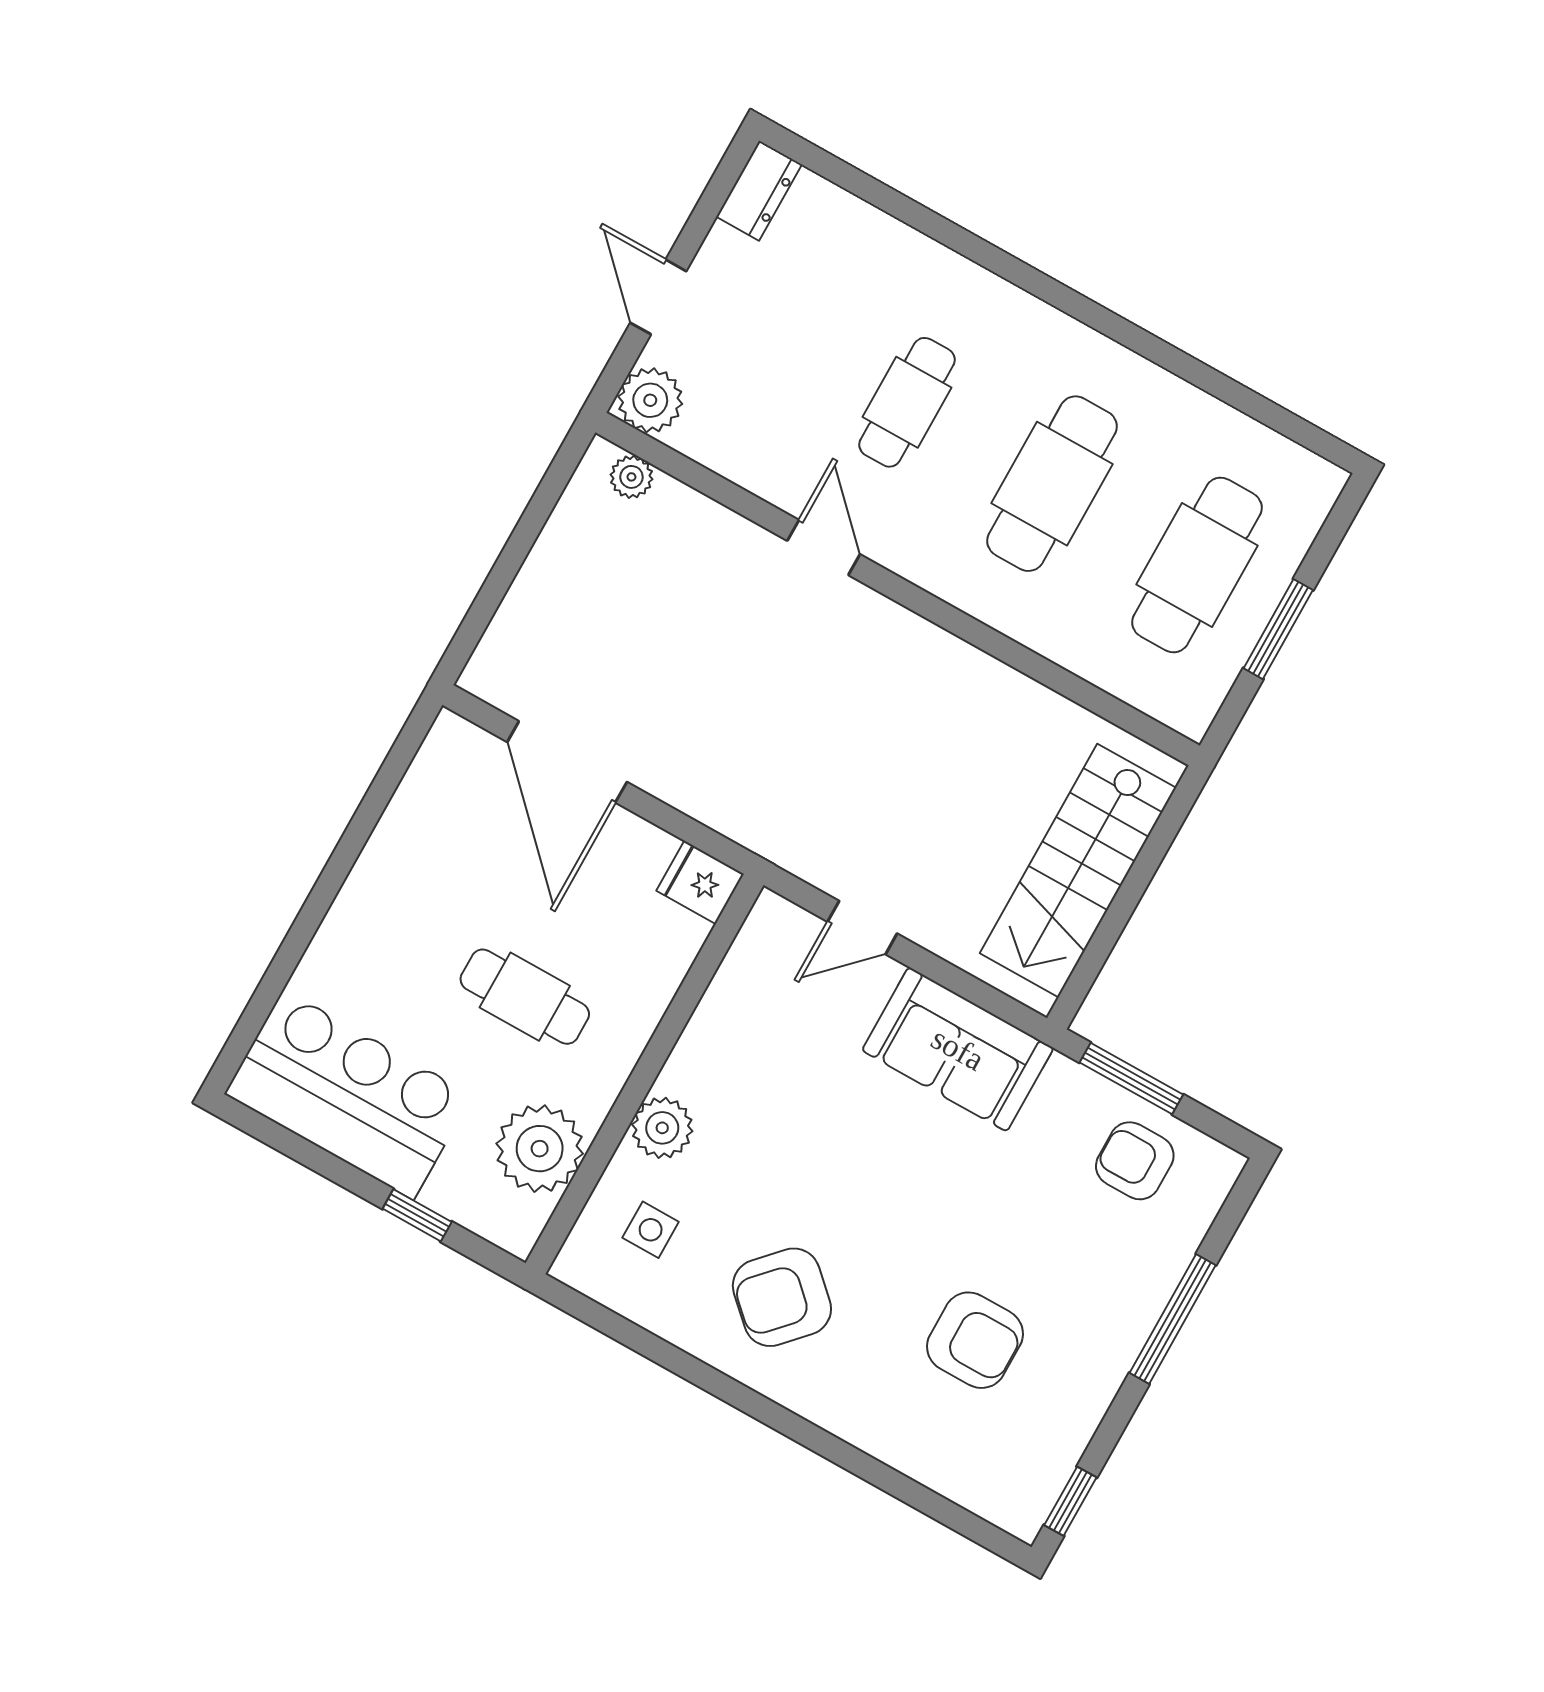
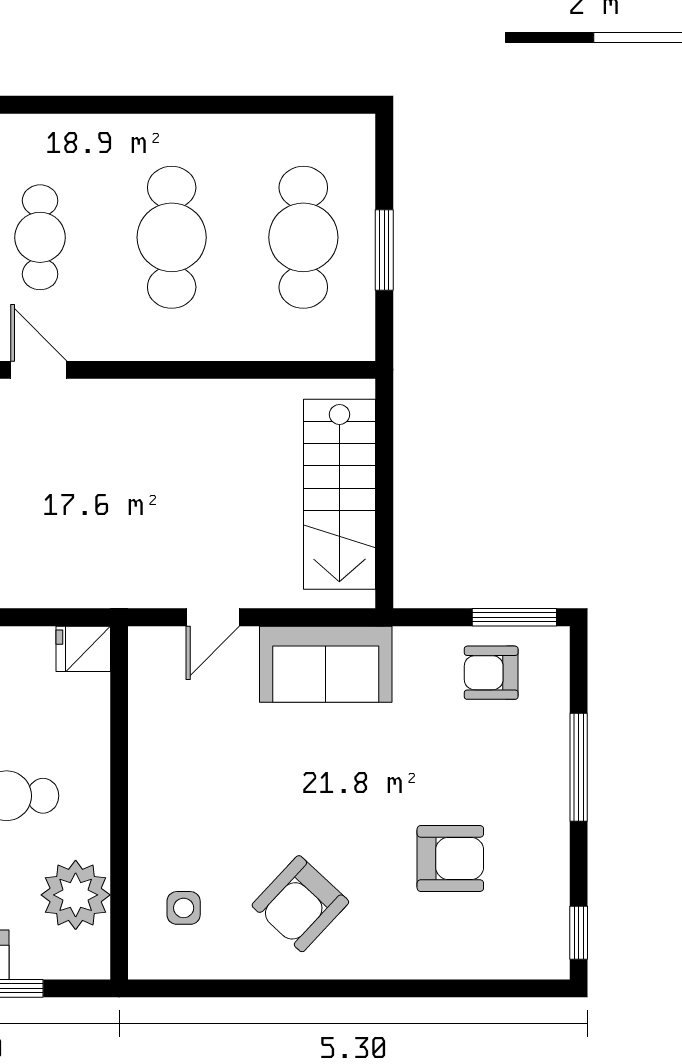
window: (1131, 1079) -> (514, 617), moved
plant: (662, 1128) -> (152, 833), removed

